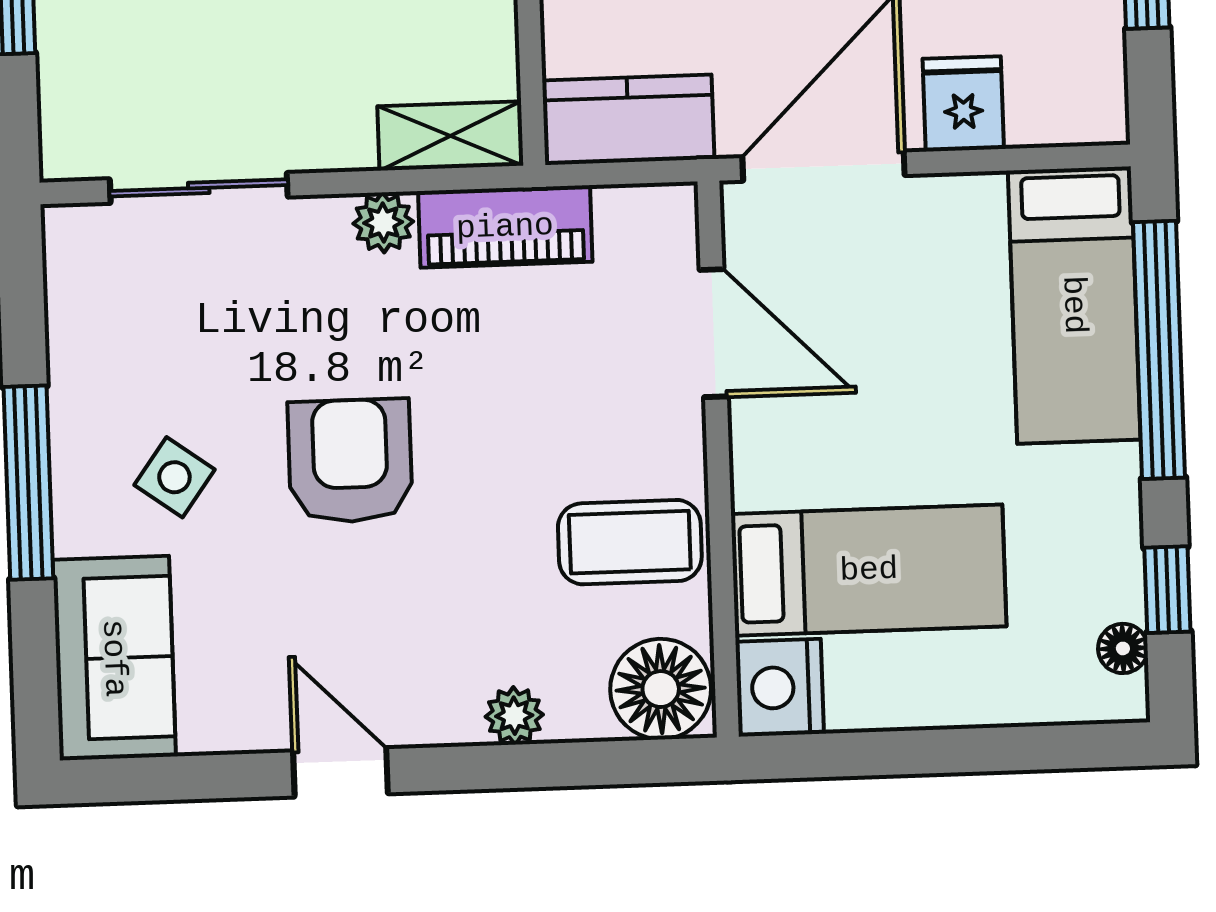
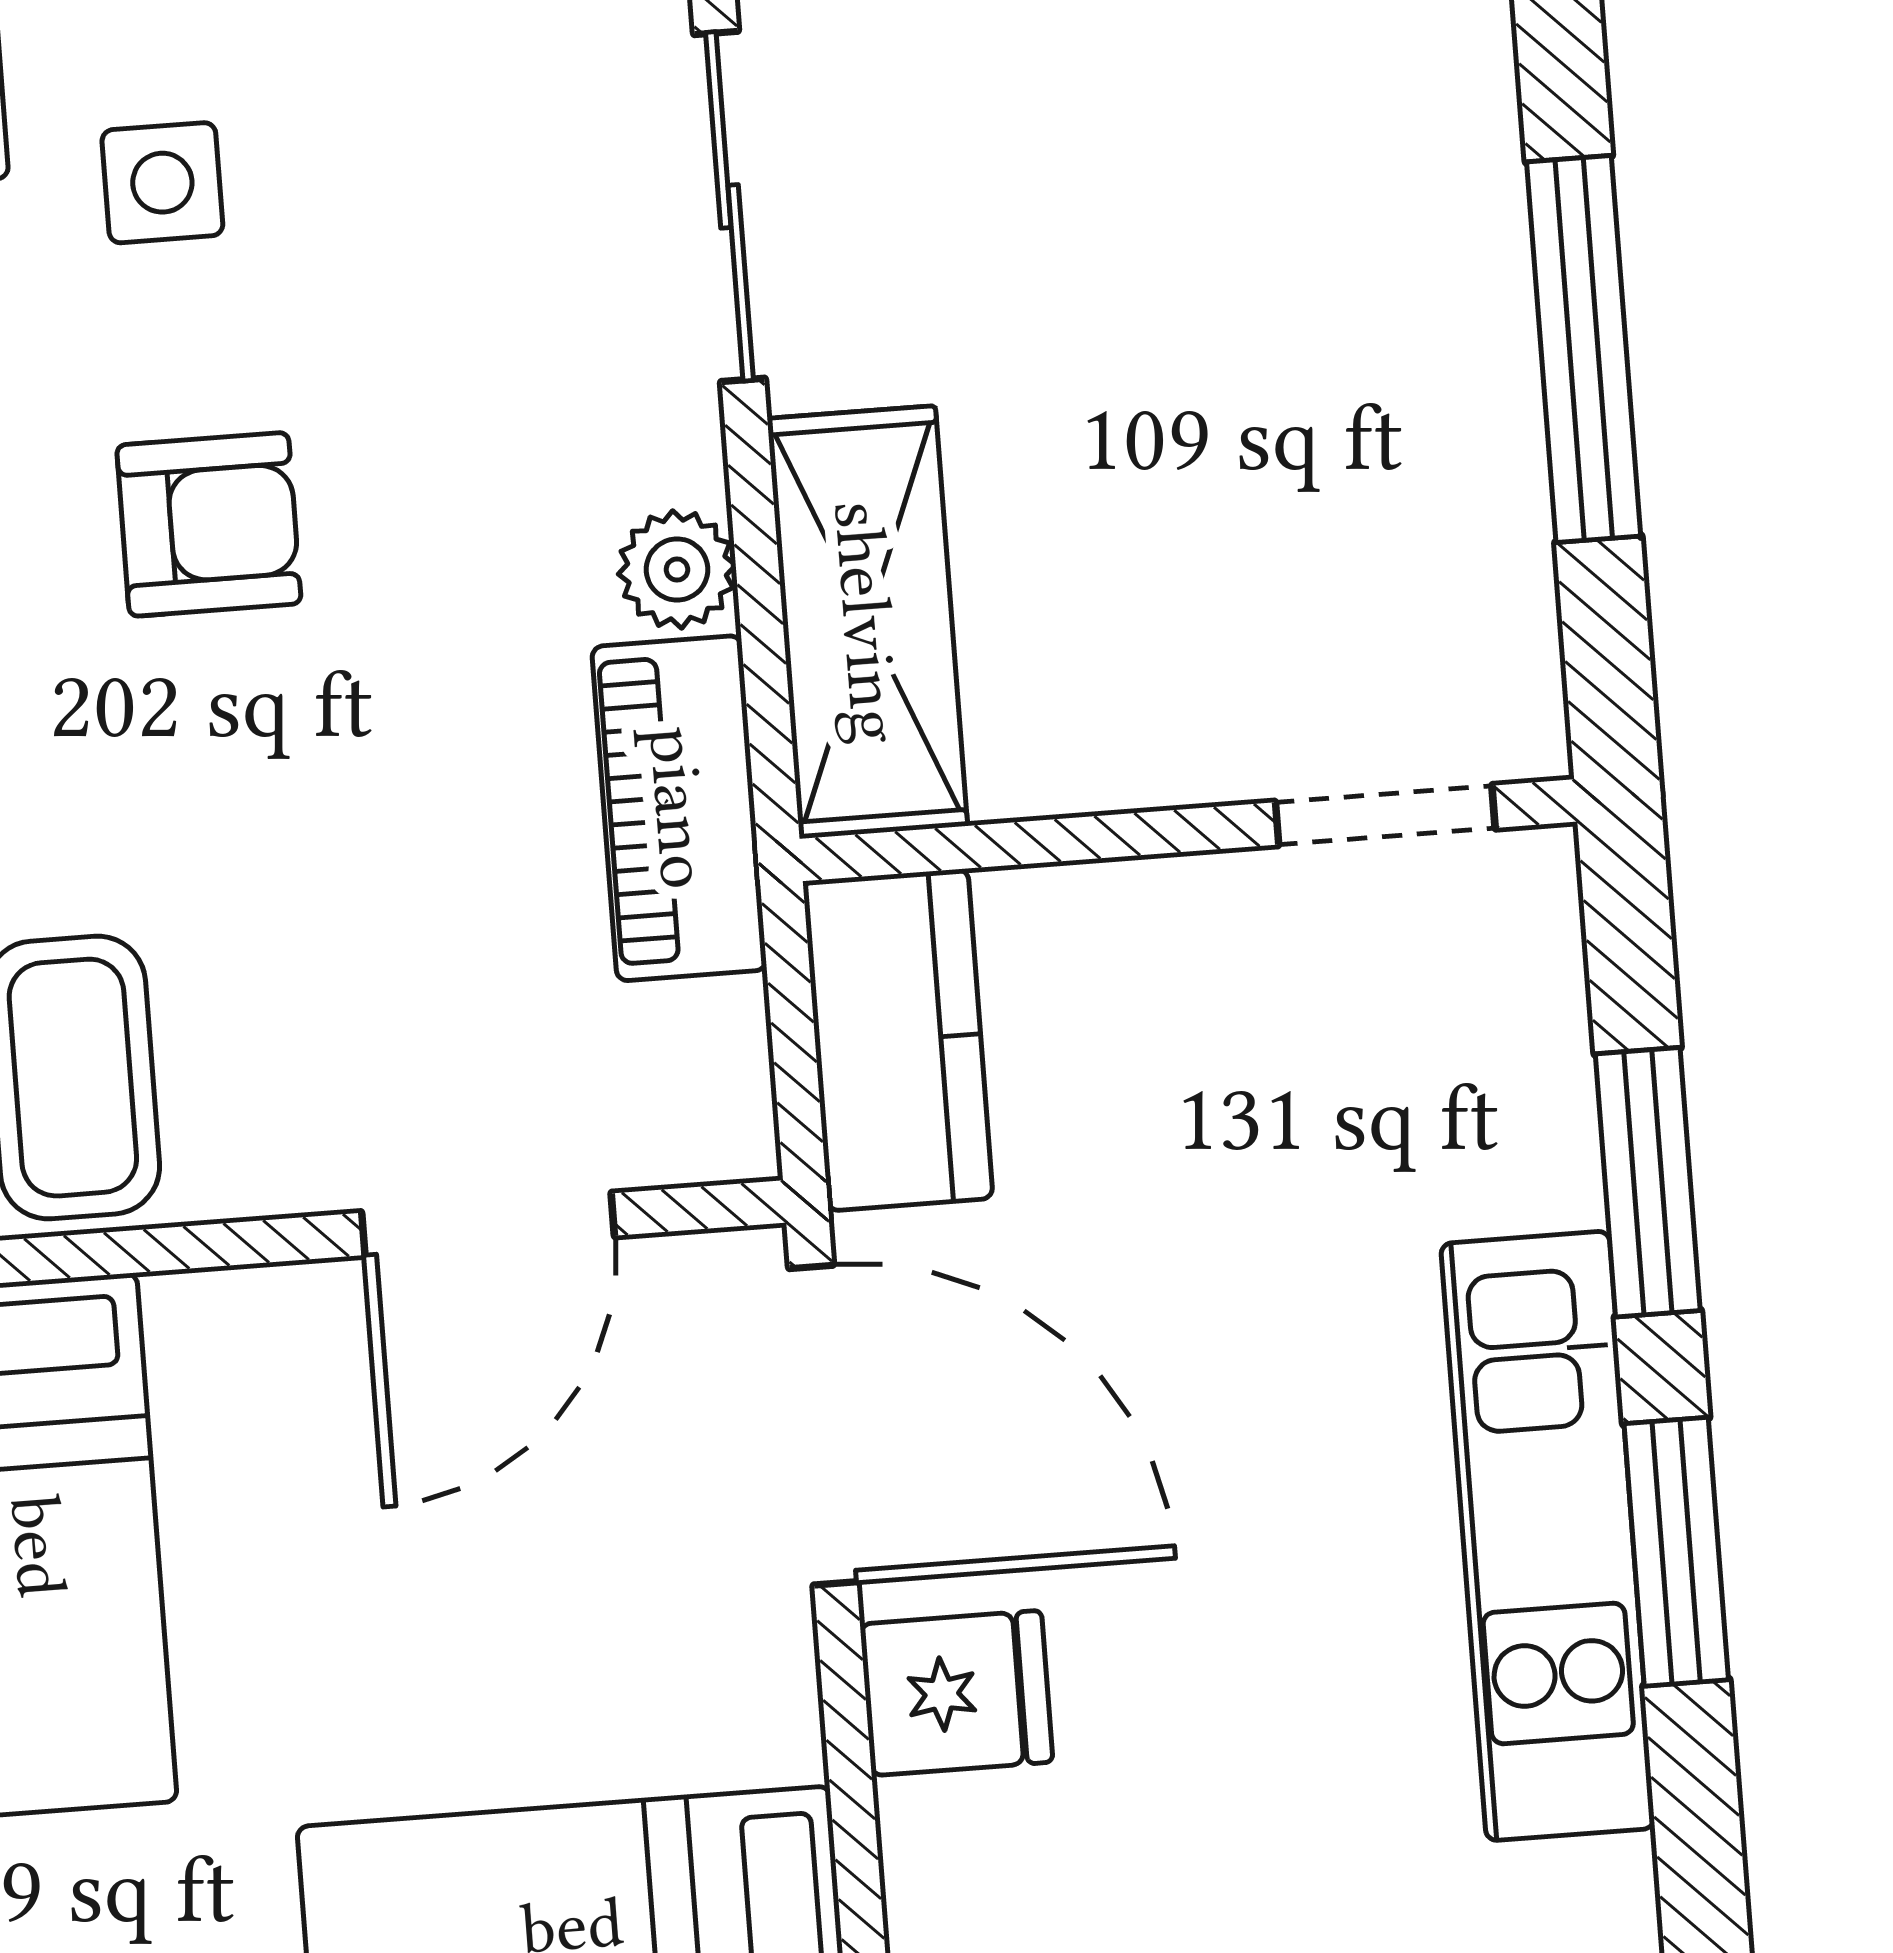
shelving: (450, 136) -> (867, 622), width x1.50, depth x1.33
armchair: (350, 461) -> (209, 524), width x0.72, depth x0.72
side table: (174, 477) -> (162, 183), turned -36

